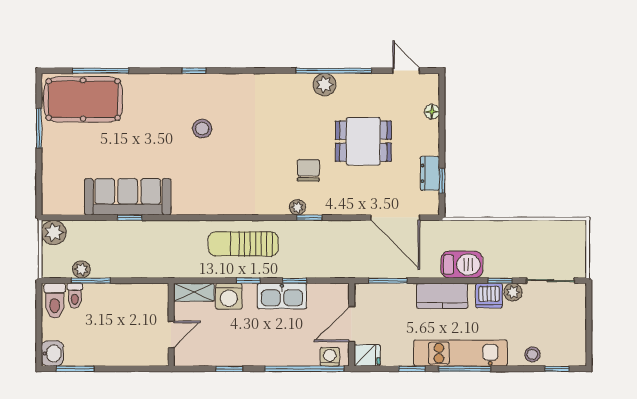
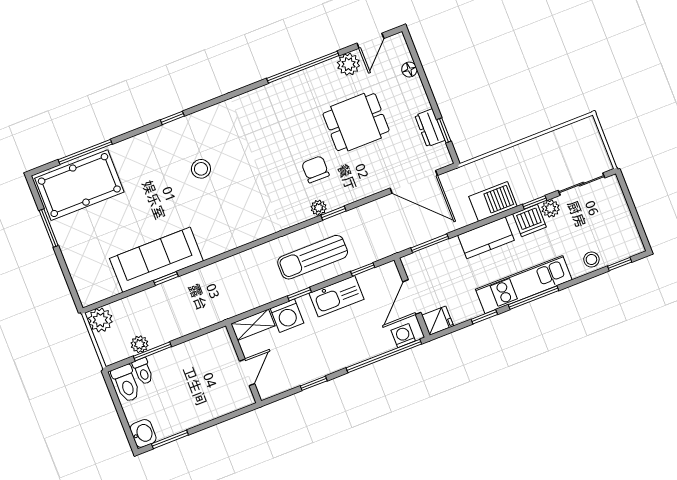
door: (406, 71) -> (370, 41), swing flipped
plant: (325, 85) -> (348, 64), moved
sun lounger: (243, 244) -> (313, 257), moved
window: (295, 281) -> (363, 269), moved

